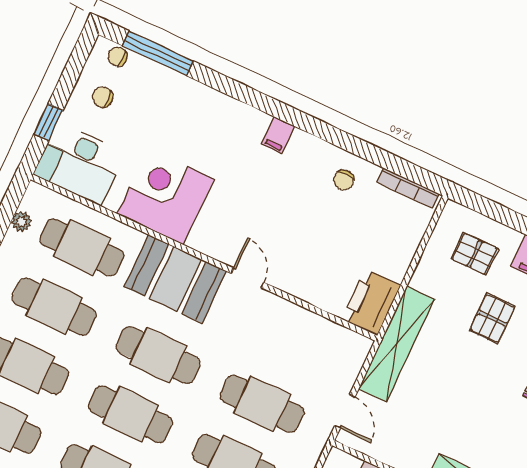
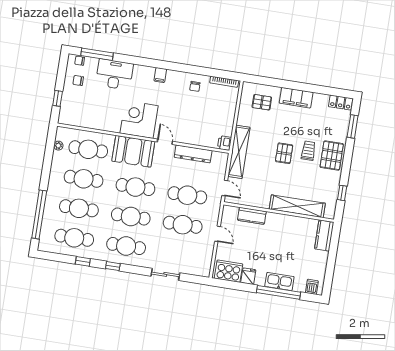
desk: (79, 164) -> (114, 74), moved, turned 180
corner desk: (166, 196) -> (139, 119), moved
printer: (371, 302) -> (224, 143), width x0.53, depth x0.68
pallet: (492, 318) -> (284, 153), moved
dresser: (299, 321) -> (193, 154), added

